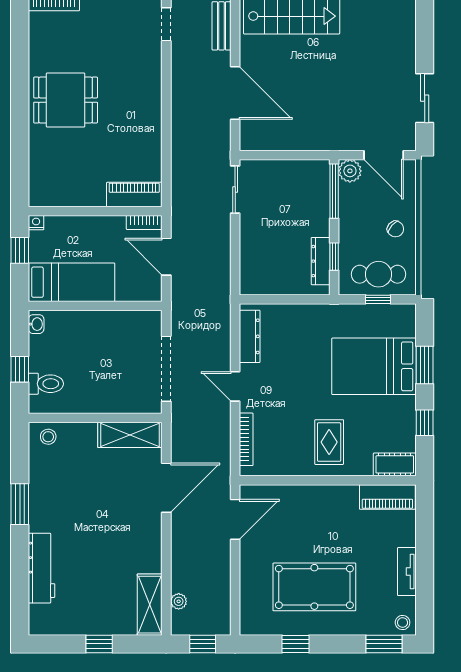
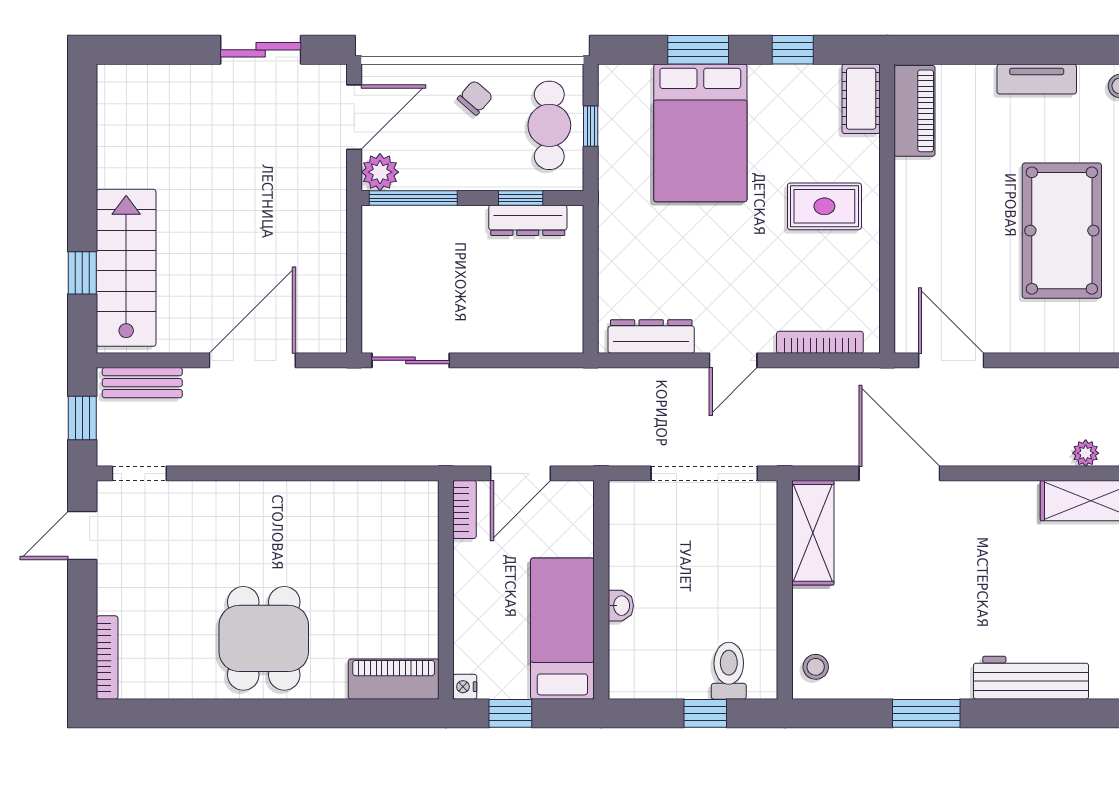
piano: (134, 194) -> (394, 679), moved, turned 90
washbasin: (36, 324) -> (621, 606), moved, turned 90

